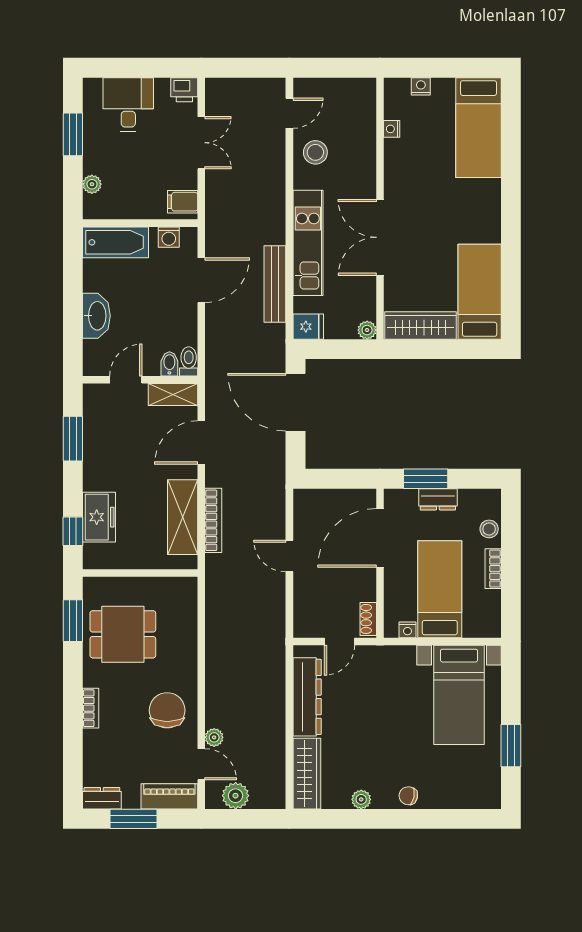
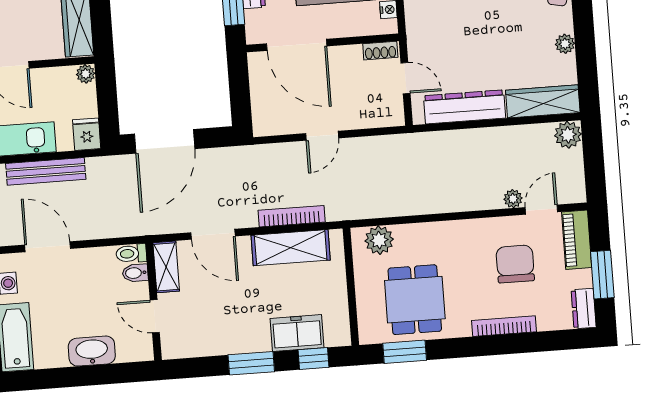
window: (73, 439) -> (251, 363), moved
plant: (184, 604) -> (379, 240), added
bookcase: (91, 708) -> (504, 326), width x1.56
chair: (167, 710) -> (515, 264), moved, turned 90
plant: (236, 796) -> (568, 135), moved

